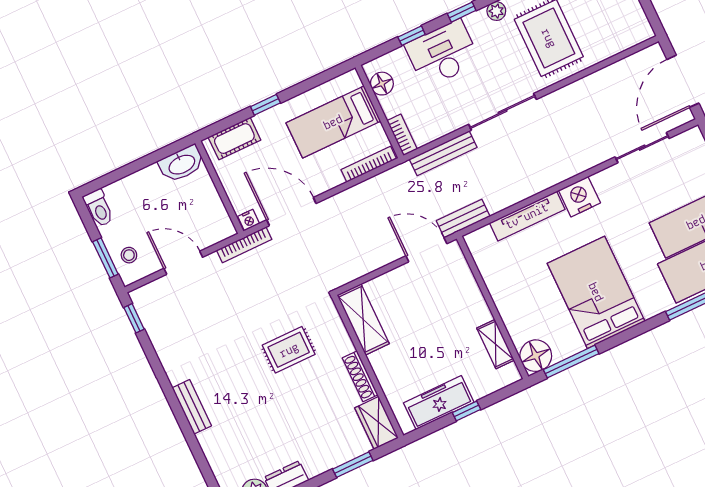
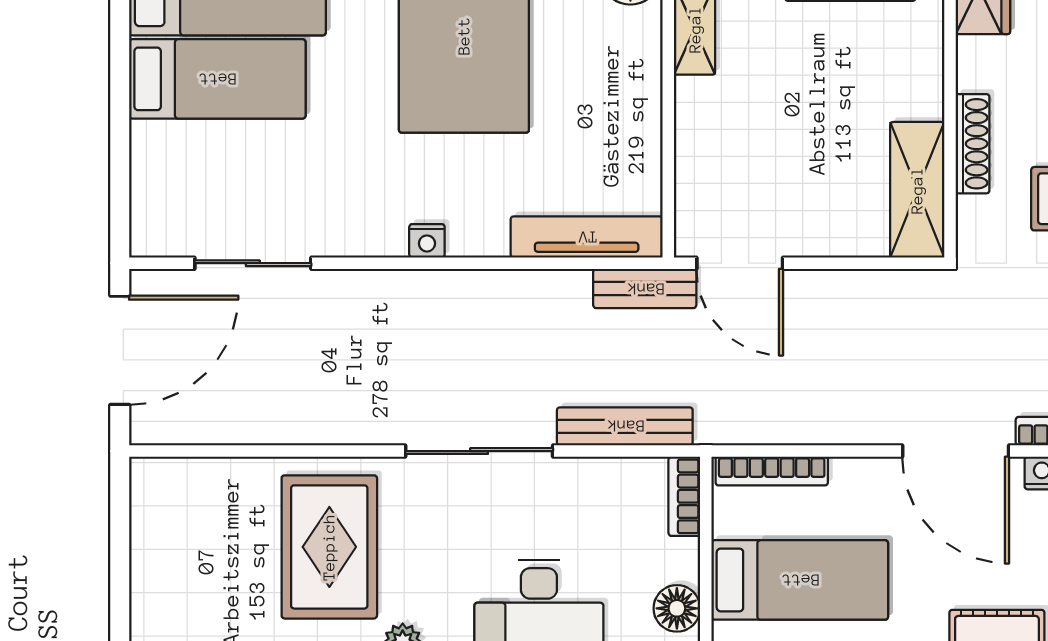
nightstand: (579, 197) -> (427, 241), width x0.53, depth x0.56
tv unit: (527, 216) -> (587, 237), moved
shoe rack: (360, 376) -> (973, 144), moved

